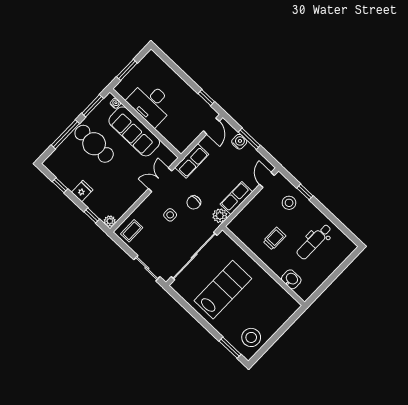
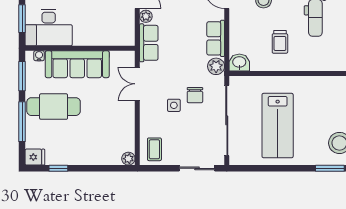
desk: (151, 103) -> (49, 28), moved
plant: (206, 142) -> (146, 16), added
fridge: (82, 191) -> (35, 157), moved, turned 90
chair: (194, 202) -> (195, 95), moved
window: (92, 215) -> (109, 168), removed
trolley: (274, 239) -> (280, 42), turned 180
washbasin: (291, 279) -> (239, 62), moved
lab bench: (223, 290) -> (278, 126), turned 180

